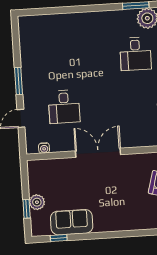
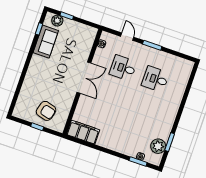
desk: (135, 54) -> (155, 79), moved
plant: (37, 202) -> (57, 21), moved

